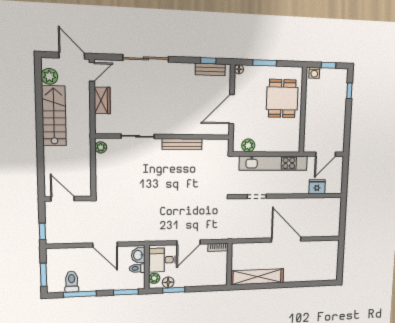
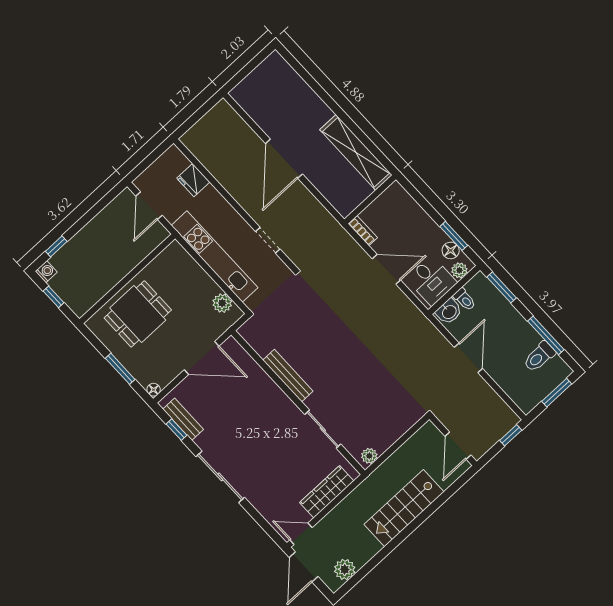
sliding door: (146, 58) -> (220, 477), moved
washing machine: (314, 73) -> (46, 272), moved
wardrobe: (102, 100) -> (327, 492), width x1.50
stairs: (54, 116) -> (404, 508), moved
door: (326, 154) -> (149, 206), swing flipped

